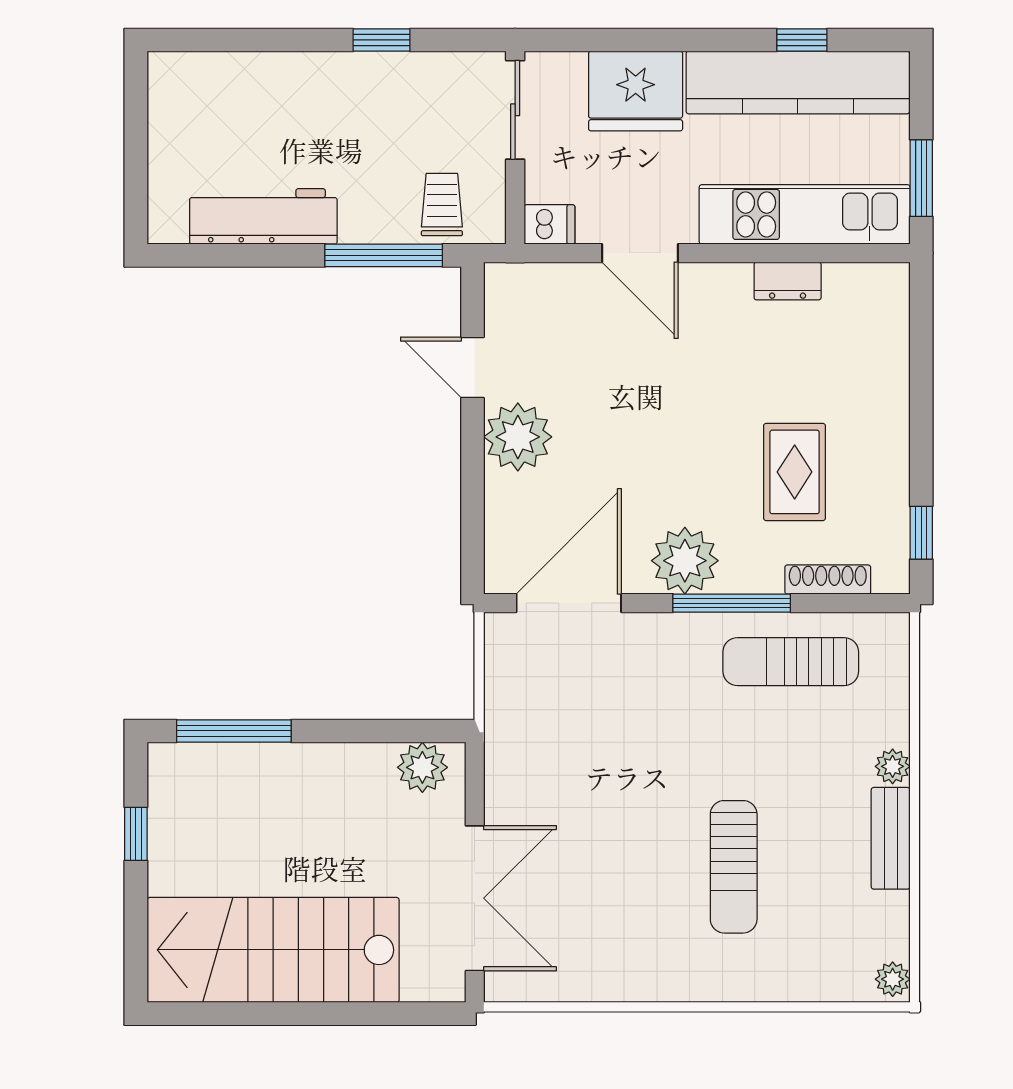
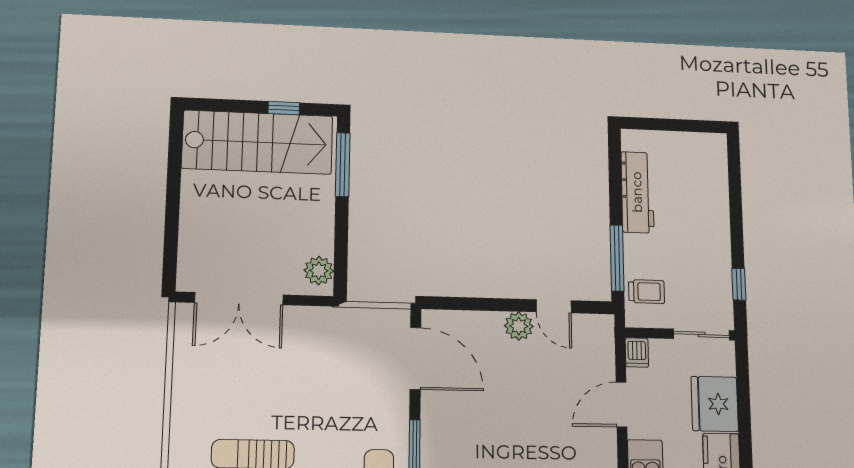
window: (382, 40) -> (739, 284), moved
door: (473, 367) -> (554, 306), swing flipped
plant: (518, 437) -> (519, 326), width x0.73, depth x0.73
plant: (685, 561) -> (440, 428), removed
stairs: (273, 950) -> (258, 142), moved, turned 90

